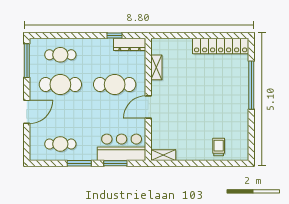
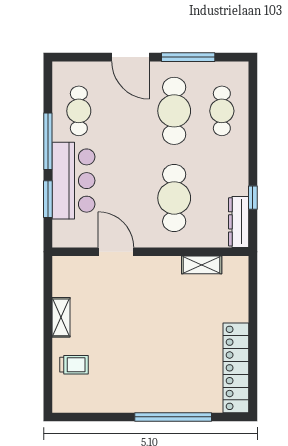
window: (27, 61) -> (188, 57), moved
door: (148, 107) -> (116, 252), moved
bar counter: (122, 147) -> (73, 181), moved
shelving: (163, 155) -> (61, 317), moved
window: (79, 163) -> (48, 141), width x1.44

